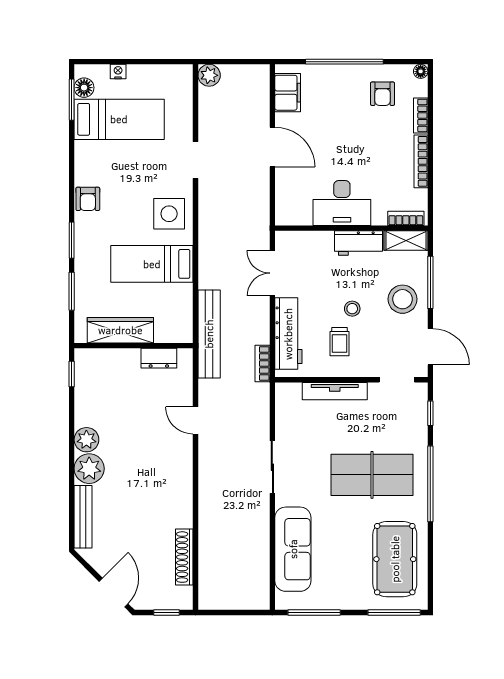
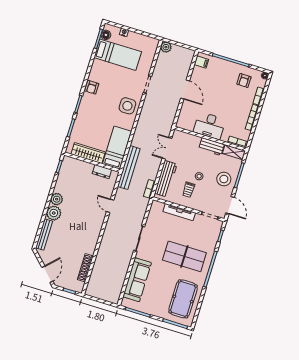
filing cabinet: (288, 93) -> (201, 62), width x0.50
bed: (152, 264) -> (117, 148), moved, turned 90

